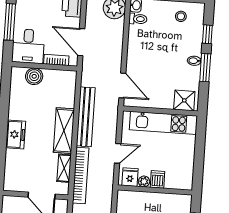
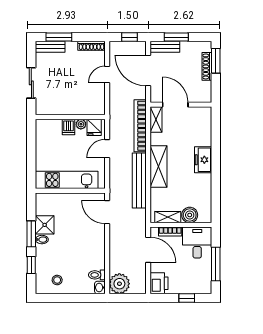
shelving: (58, 76) -> (168, 217), added
shower: (184, 100) -> (45, 225), moved
shelving: (64, 168) -> (156, 120), moved

